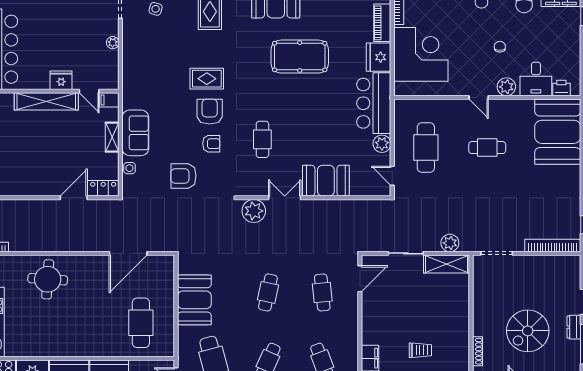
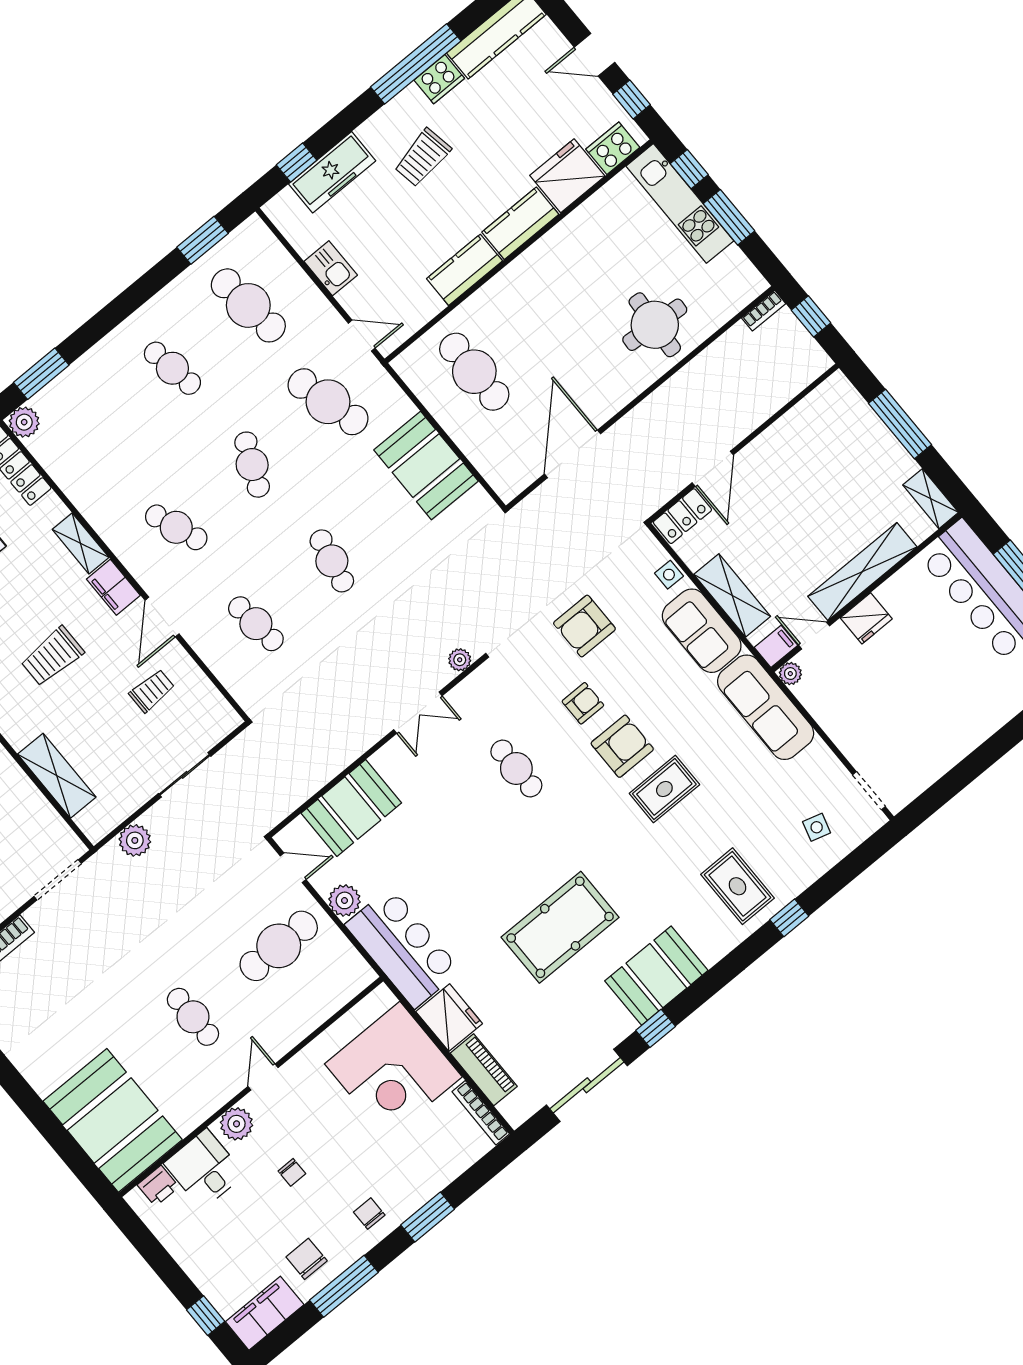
plant: (113, 43) -> (790, 674), moved
sofa: (135, 78) -> (766, 707), added
door: (479, 97) -> (263, 1077), hinge flipped
armchair: (210, 112) -> (622, 746), turned -90
shelving: (112, 137) -> (732, 595), width x1.50, depth x1.33
armchair: (211, 144) -> (583, 703), turned 180
cafe table: (426, 148) -> (279, 946), turned 90
cafe table: (487, 148) -> (193, 1017), turned 90
armchair: (183, 176) -> (584, 626), turned 180
booth: (326, 181) -> (351, 808), moved
plant: (254, 211) -> (460, 660), width x0.53, depth x0.53
shelving: (447, 264) -> (57, 776), moved, turned 90
door: (360, 279) -> (162, 617), moved
trolley: (390, 301) -> (152, 691), added
trolley: (420, 350) -> (52, 656), width x1.36, depth x1.39

